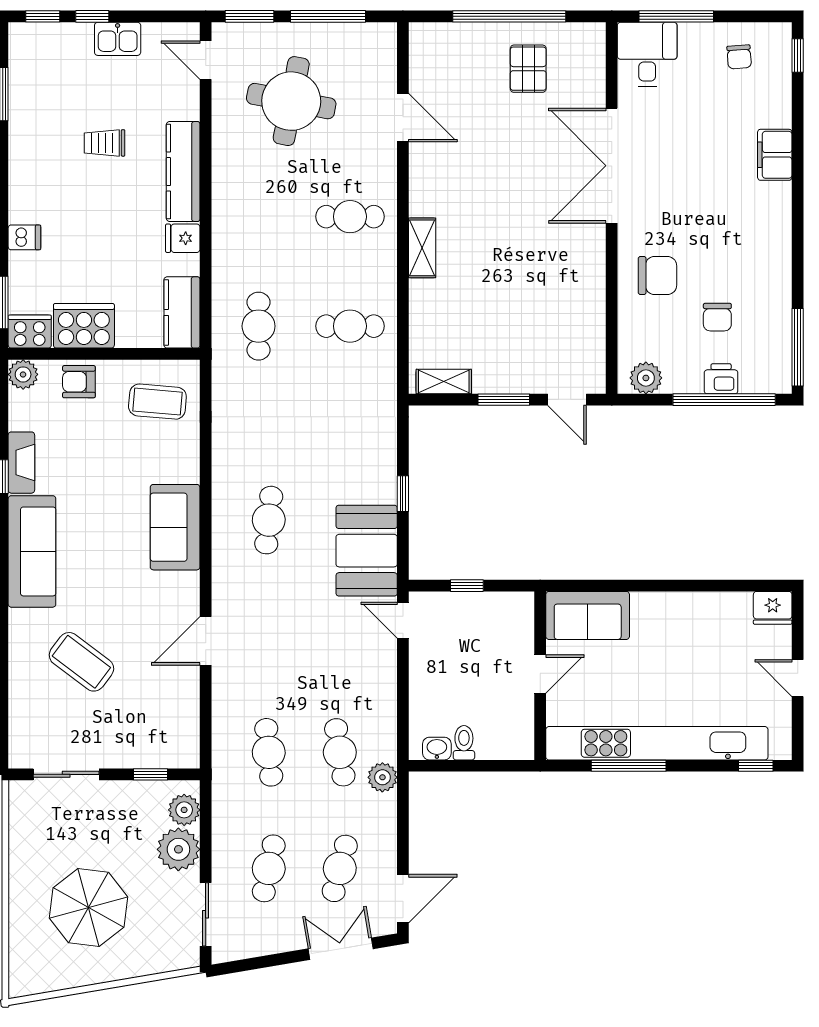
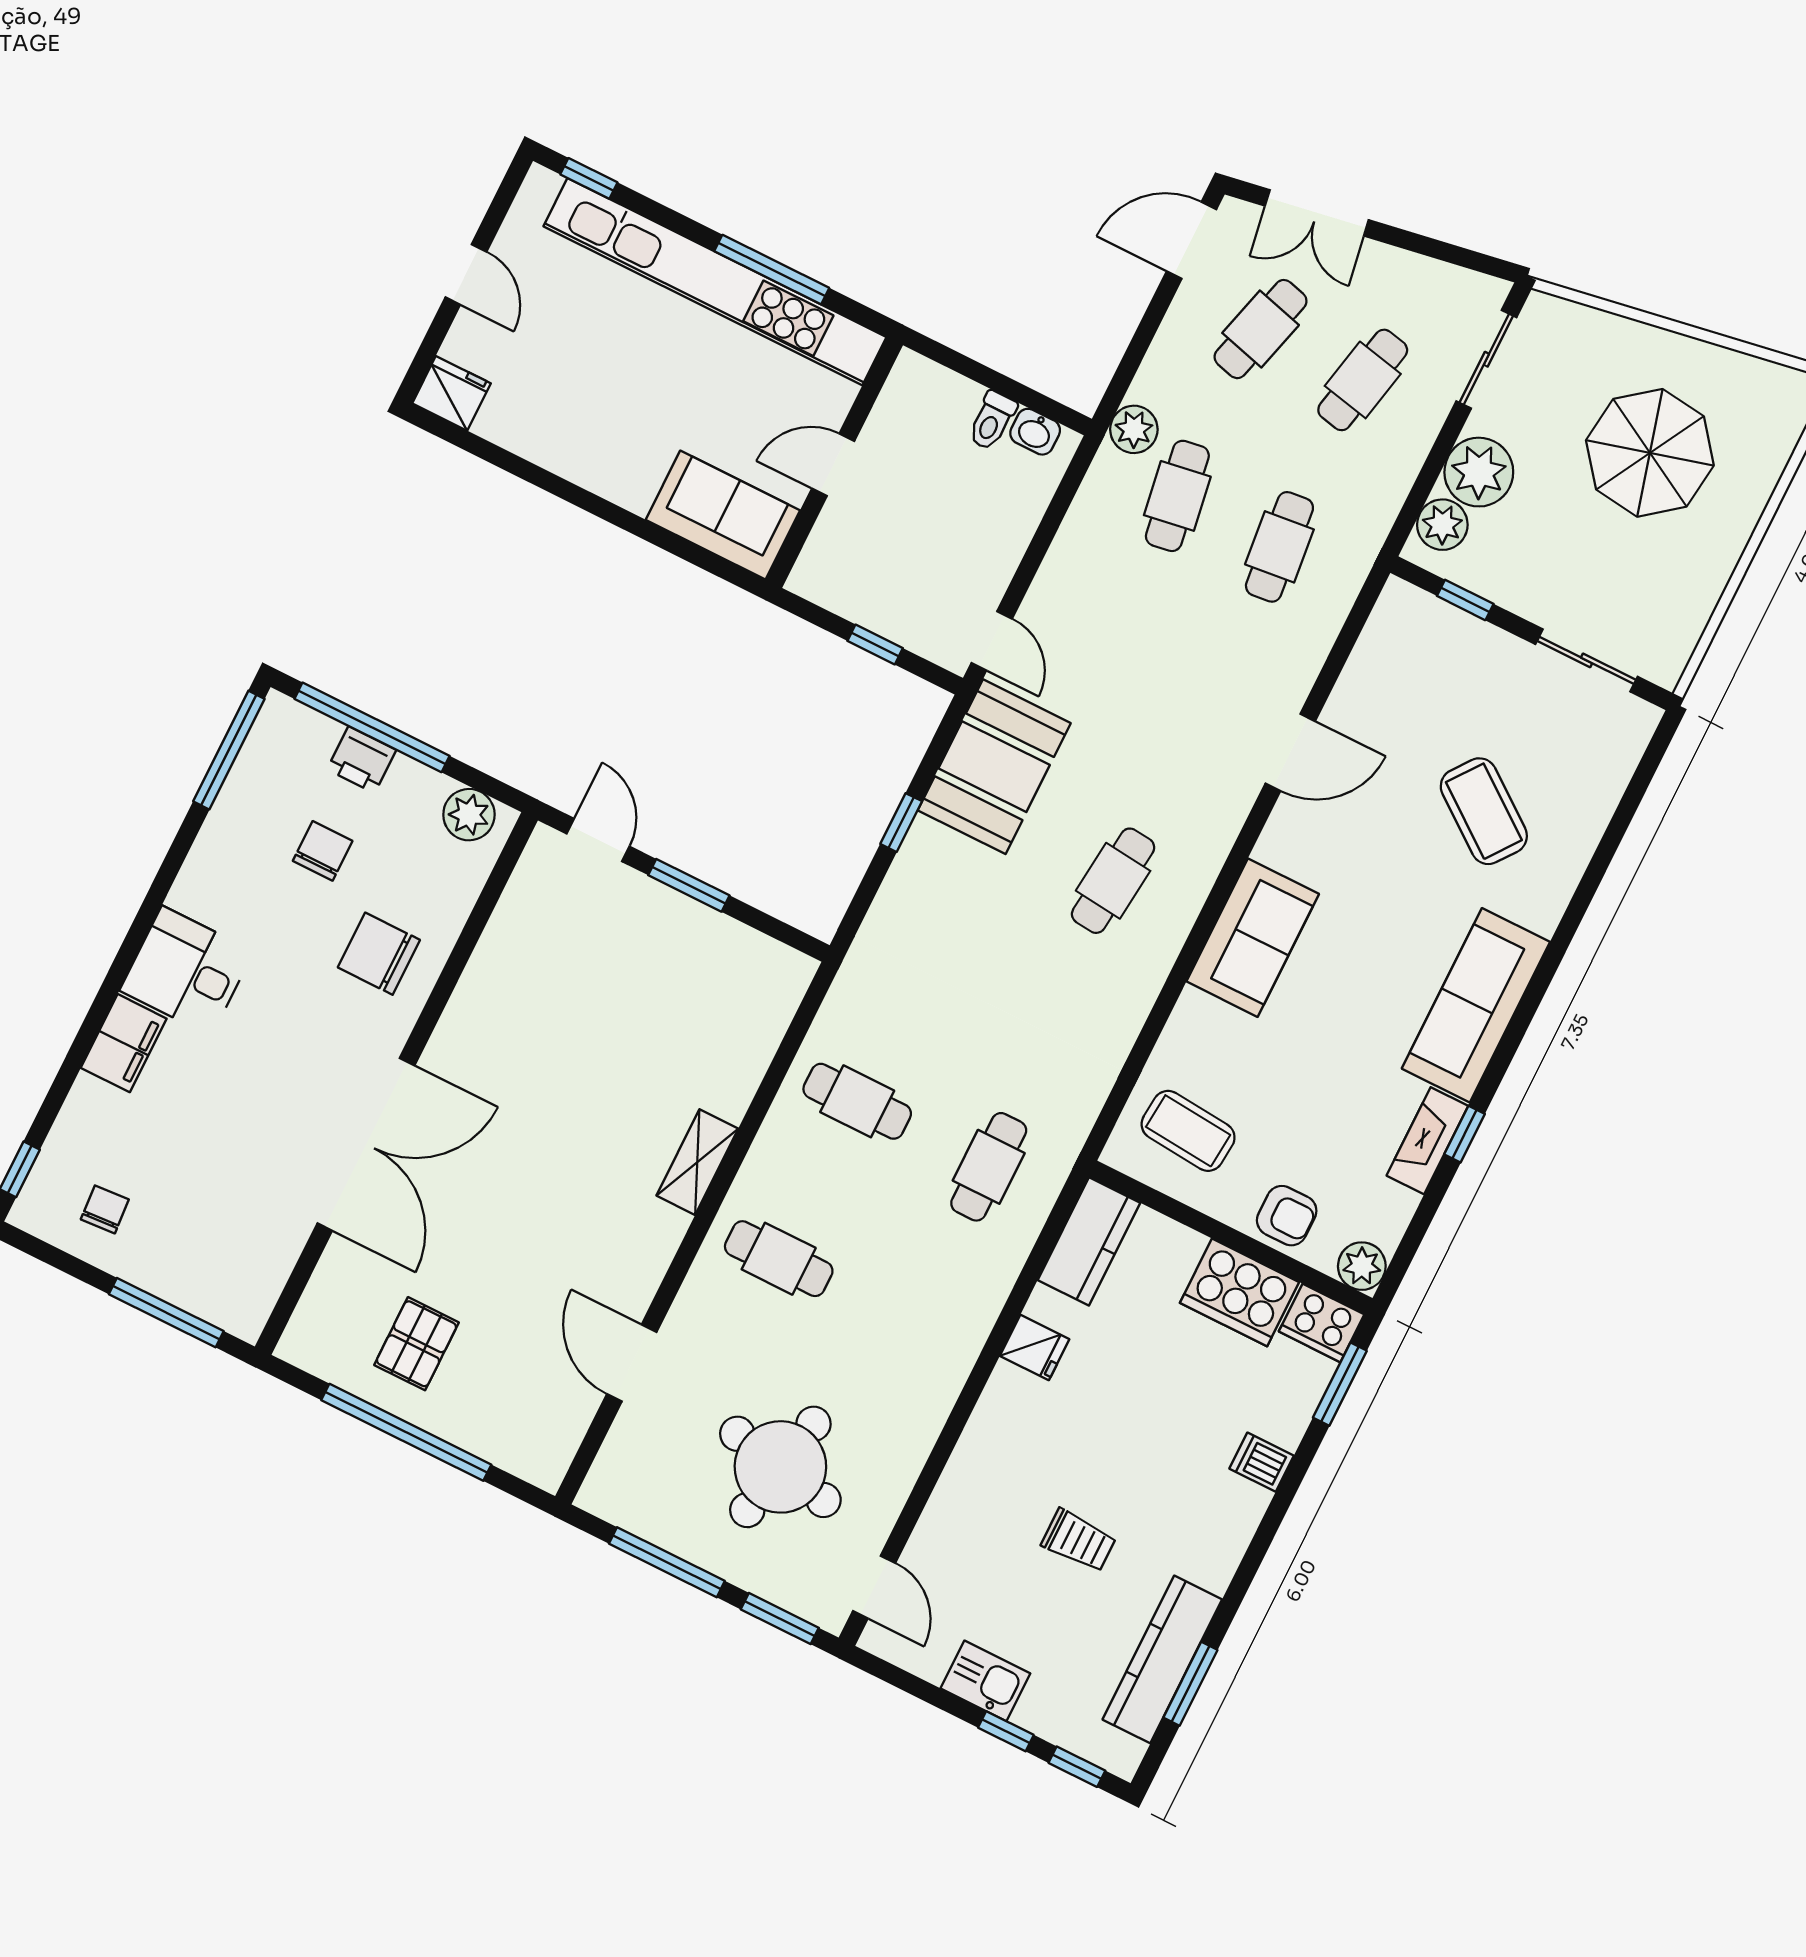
desk: (647, 54) -> (187, 971), moved, turned 90
kitchen counter: (183, 172) -> (1162, 1659), moved, turned 180
shelving: (444, 382) -> (762, 954), removed

